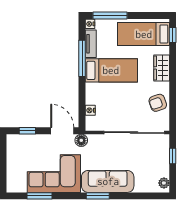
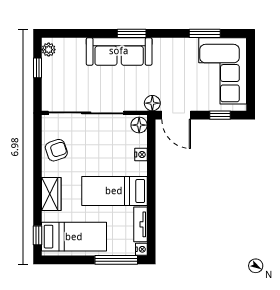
window: (82, 58) -> (151, 206), removed
nightstand: (90, 110) -> (141, 155), moved
floor lamp: (92, 123) -> (139, 125), added
window: (173, 156) -> (38, 68), moved
corner sofa: (54, 174) -> (223, 71), moved, turned 90

